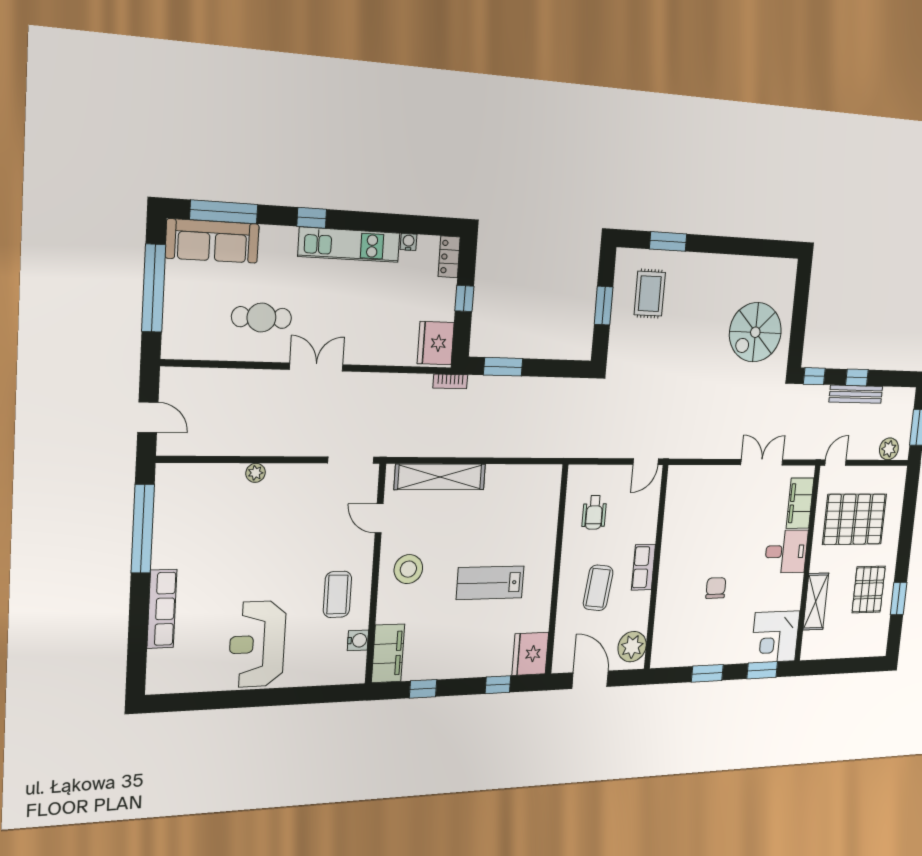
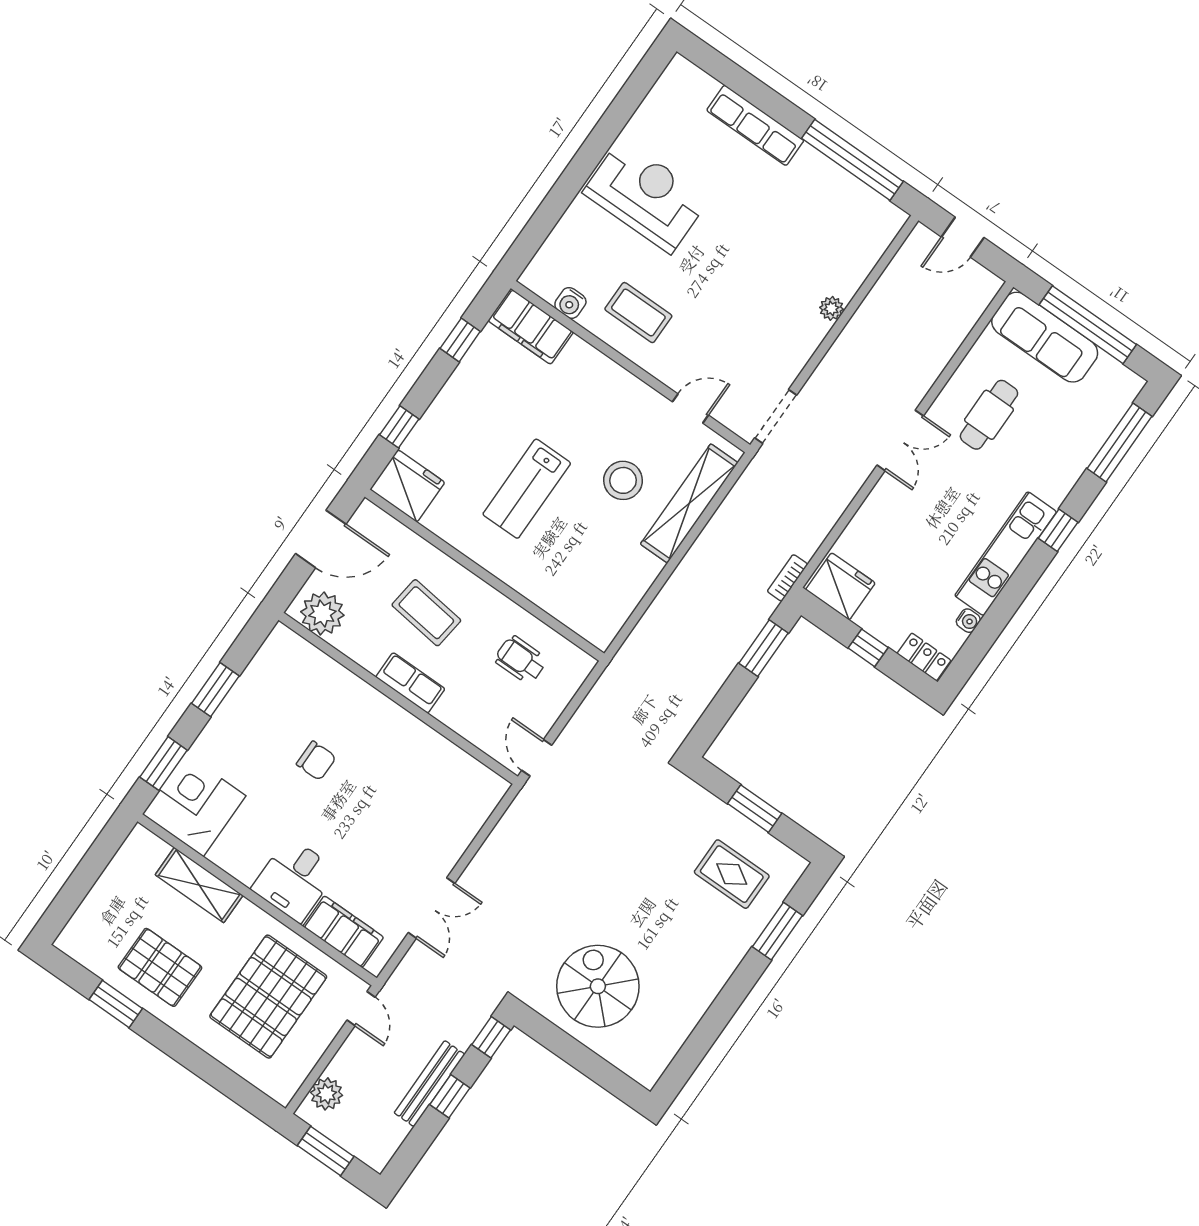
sofa: (212, 241) -> (1045, 337), moved, turned -90
stool: (408, 569) -> (623, 480), moved
lab bench: (490, 583) -> (527, 489), turned 180

